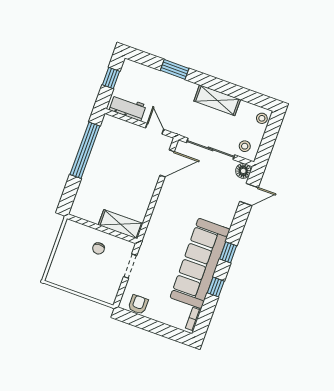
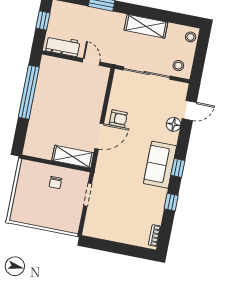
door: (167, 163) -> (99, 136), moved
floor lamp: (243, 171) -> (174, 124), moved
sofa: (200, 263) -> (160, 165), width x0.54, depth x0.79
armchair: (138, 304) -> (118, 119), moved, turned 90

